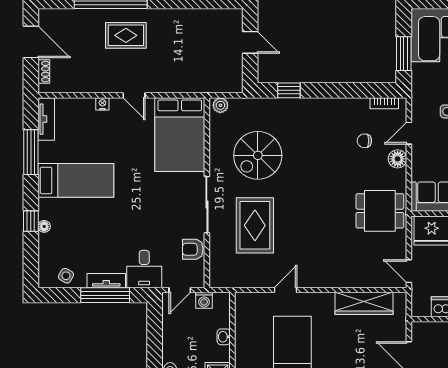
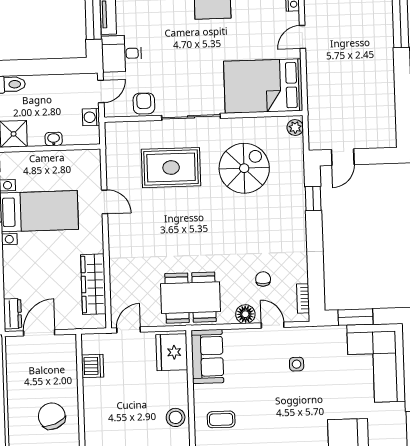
rug: (126, 35) -> (365, 26), removed
door: (250, 42) -> (343, 157), moved
spiral stairs: (258, 155) -> (244, 168), turned 90
dining table: (380, 211) -> (191, 298), width x1.38
door: (180, 290) -> (101, 91), swing flipped

